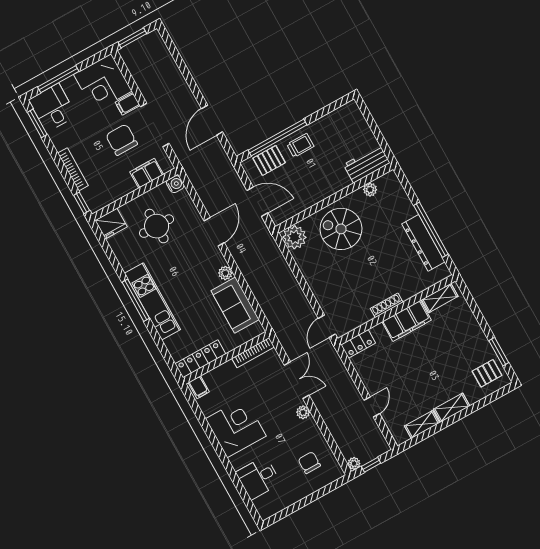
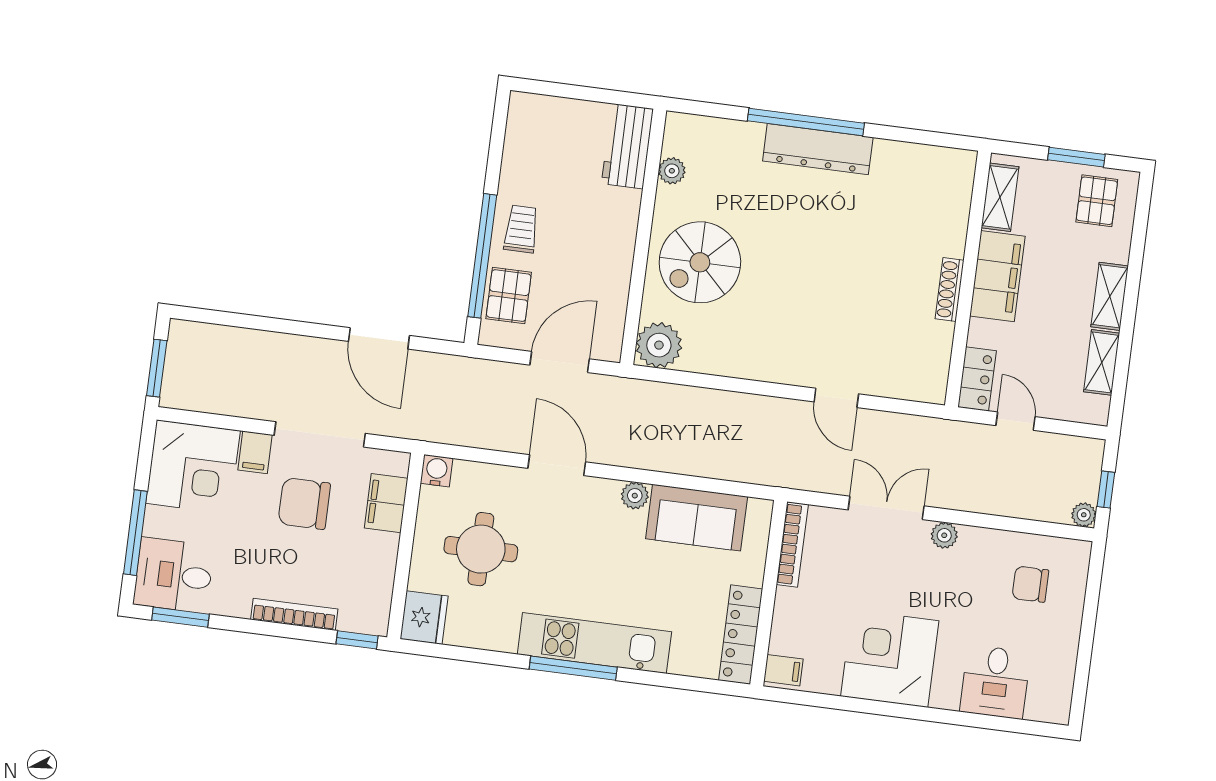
shelving: (440, 298) -> (1000, 197), moved
shoe rack: (387, 305) -> (950, 290), moved
wall: (397, 310) -> (968, 279), moved
filing cabinet: (407, 321) -> (997, 276), moved
locker: (358, 344) -> (977, 379), moved

